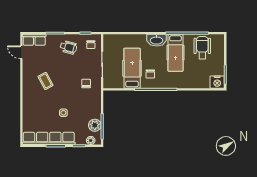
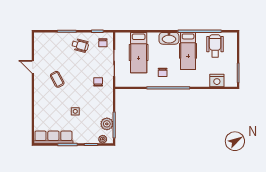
row of seats: (34, 40) -> (46, 38), removed
door: (21, 52) -> (33, 67), moved
hospital bed: (132, 68) -> (139, 53), moved, turned 180
nightstand: (217, 82) -> (217, 81), moved
row of seats: (49, 138) -> (53, 137), width x0.73

